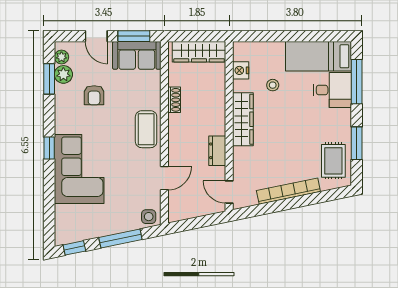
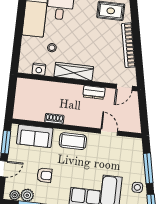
wardrobe: (199, 52) -> (22, 97), removed
sofa: (137, 55) -> (35, 136), moved, turned 90
side table: (149, 217) -> (137, 187), moved

